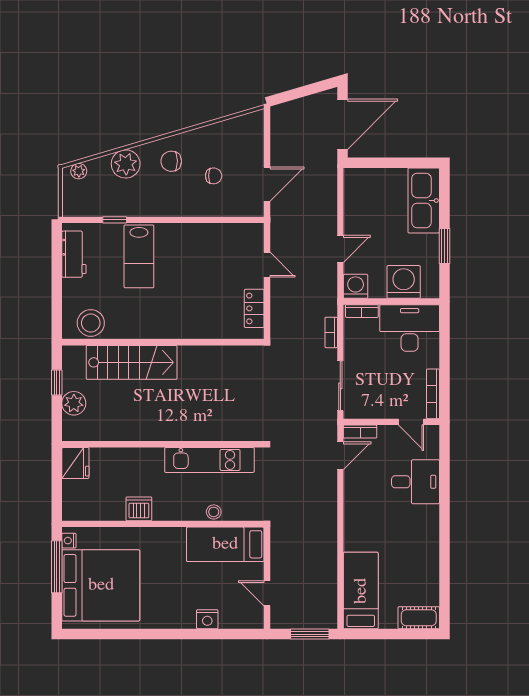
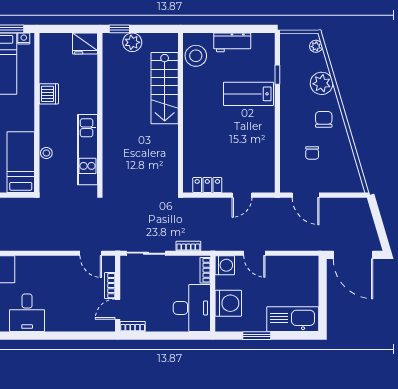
workbench: (74, 254) -> (232, 42), moved
window: (57, 383) -> (119, 29), moved
bookcase: (433, 394) -> (133, 326), width x0.64
bookcase: (360, 432) -> (110, 286), moved
desk: (416, 482) -> (27, 313), moved

